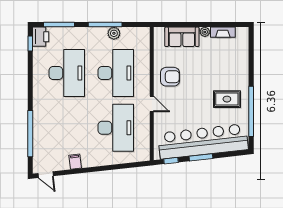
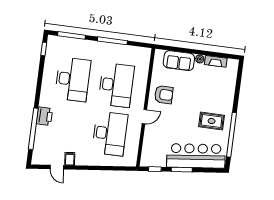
plant: (114, 33) -> (119, 50), removed
printer: (41, 37) -> (44, 116), moved
door: (152, 104) -> (144, 117), hinge flipped
bar counter: (203, 141) -> (196, 156), width x0.73
door: (46, 175) -> (57, 167), moved

